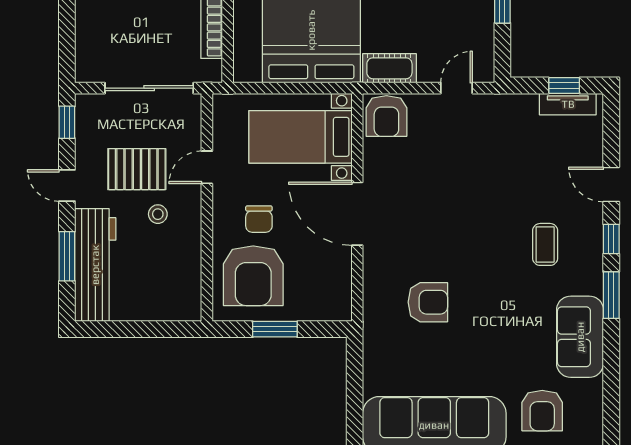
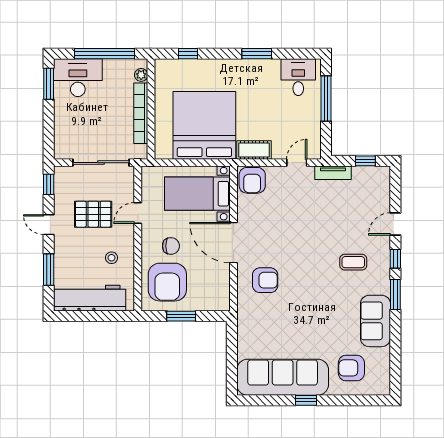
tv unit: (568, 104) -> (333, 173), moved
door: (611, 184) -> (395, 224), hinge flipped
stool: (158, 214) -> (112, 258), moved
chair: (259, 219) -> (171, 246), turned -90
coffee table: (545, 244) -> (353, 262), turned 90
workbench: (95, 265) -> (90, 298), moved, turned -90
armchair: (428, 302) -> (265, 280), moved
armchair: (542, 411) -> (351, 368), turned 90

